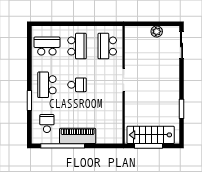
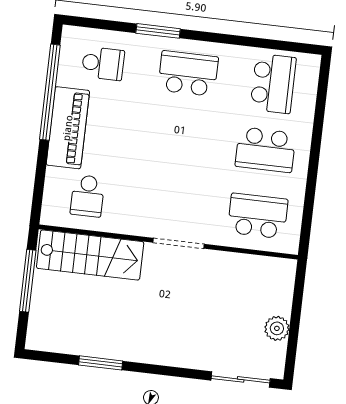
school desk: (77, 85) -> (87, 196), moved
stairs: (151, 135) -> (90, 255), moved, turned 90

